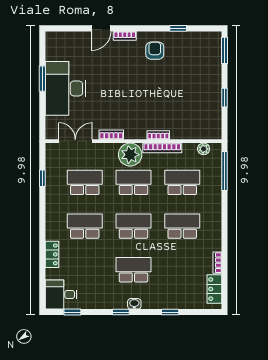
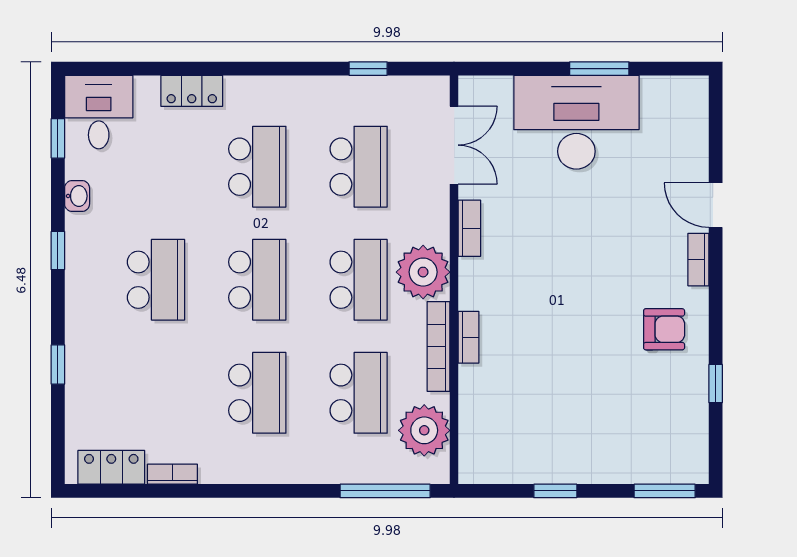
plant: (204, 149) -> (424, 430), width x1.88, depth x1.88
washbasin: (134, 304) -> (77, 196), moved

